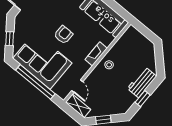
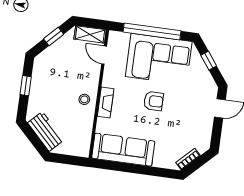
armchair: (63, 35) -> (154, 101), turned -90
workbench: (142, 82) -> (46, 131), moved, turned -45

